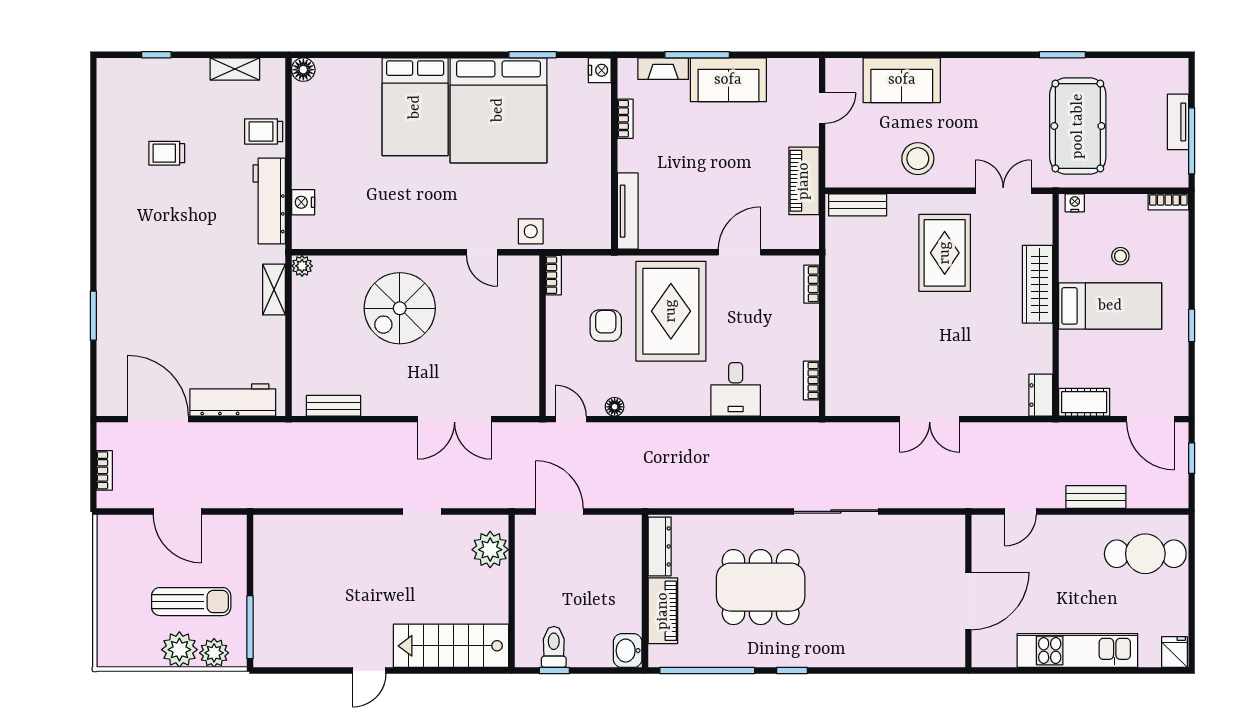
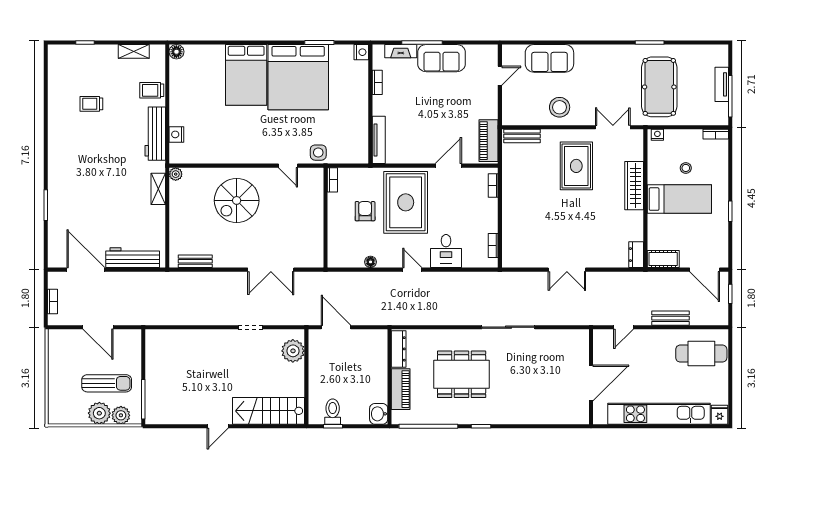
piano: (804, 181) -> (489, 141), moved
door: (571, 419) -> (412, 270), moved
kitchen unit: (1077, 651) -> (659, 414), width x1.36

